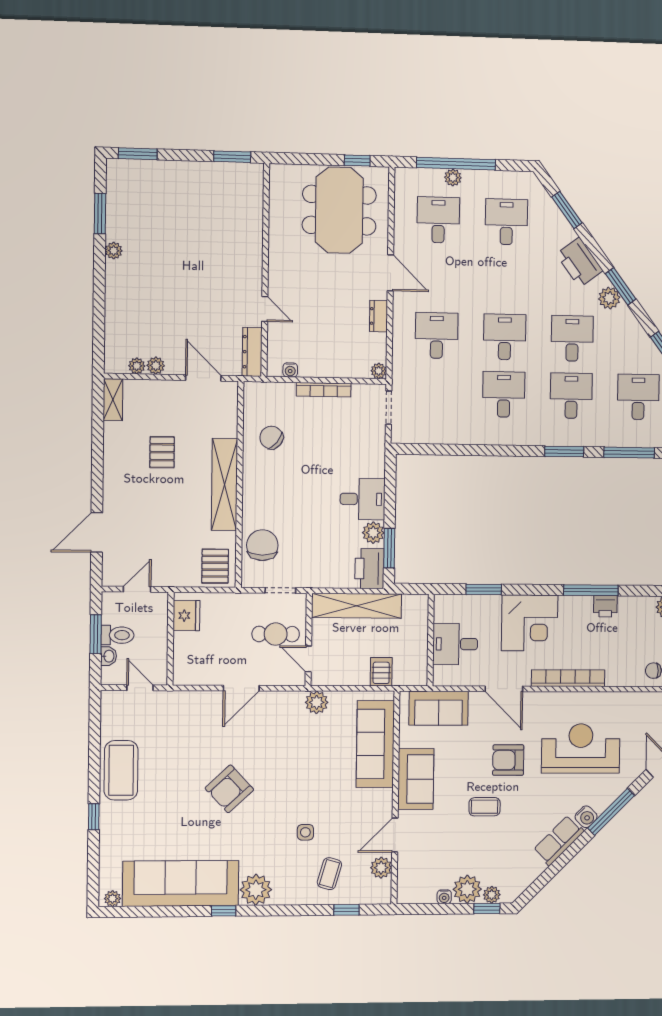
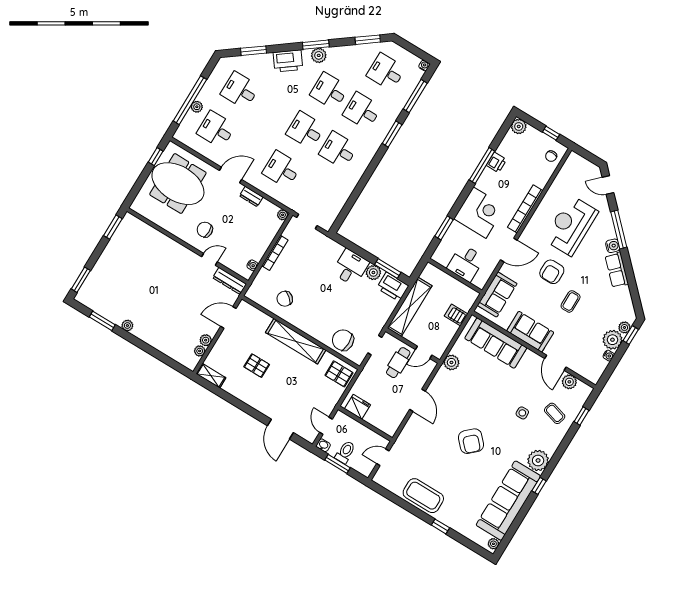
chair: (300, 280) -> (205, 230), added
washbasin: (109, 656) -> (323, 445), moved

